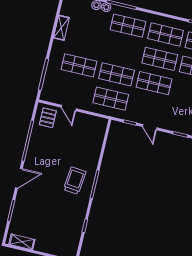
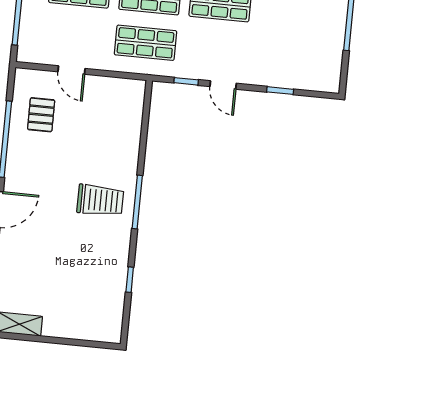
pallet: (48, 118) -> (41, 115), moved
trolley: (75, 181) -> (100, 200), turned 84

